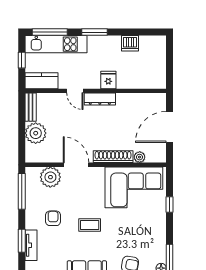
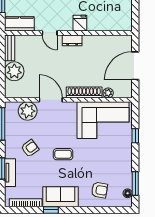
dresser: (100, 99) -> (72, 40), width x0.70
armchair: (53, 218) -> (30, 148), turned 54

